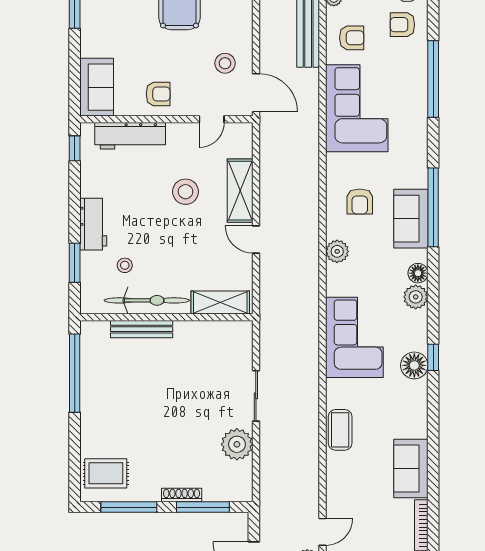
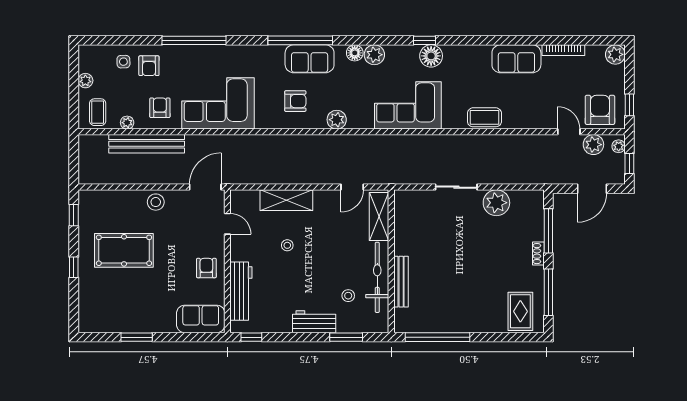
stool: (225, 63) -> (156, 202), moved
stool: (186, 192) -> (287, 245), width x0.53, depth x0.53
door: (256, 240) -> (352, 187), moved
shoe rack: (182, 495) -> (538, 254), width x0.70

